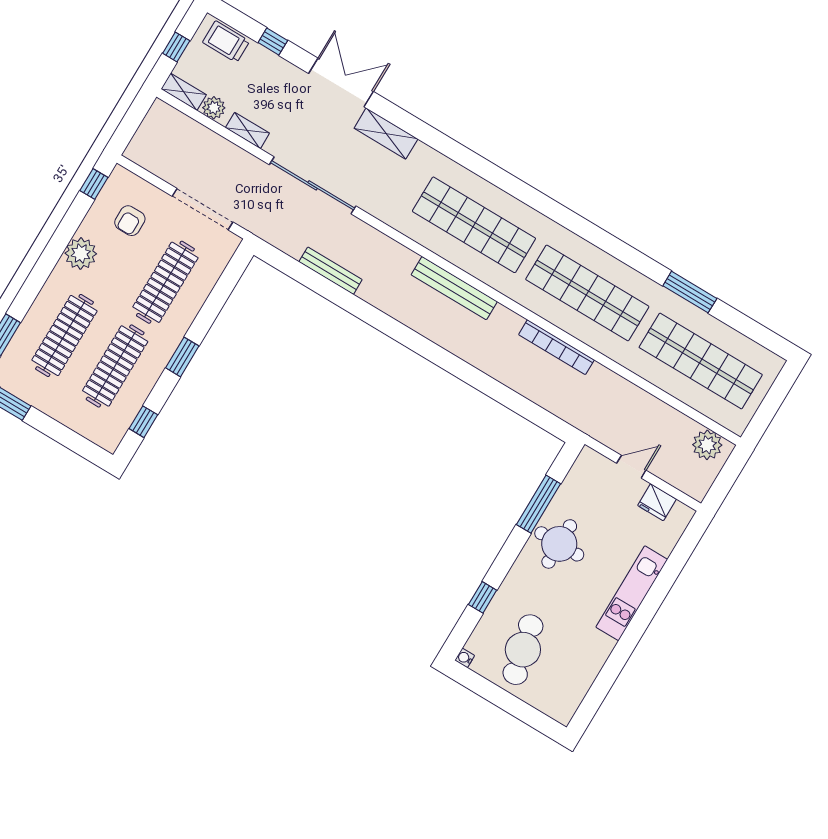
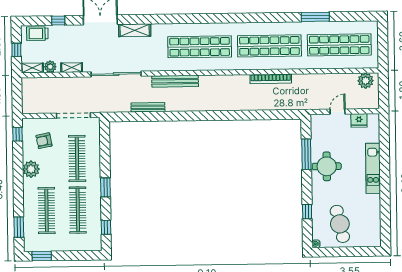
armchair: (130, 221) -> (44, 141), turned 79
bench: (454, 288) -> (175, 81), moved

